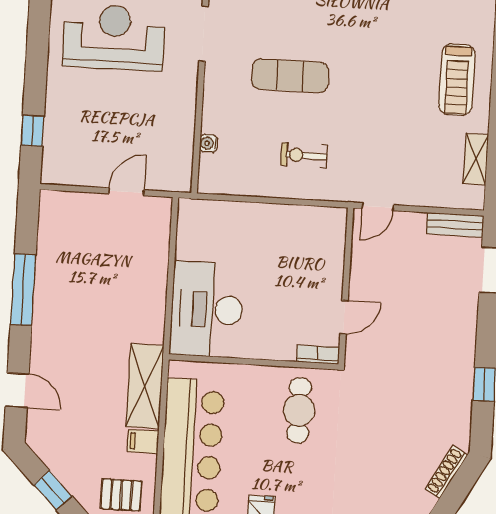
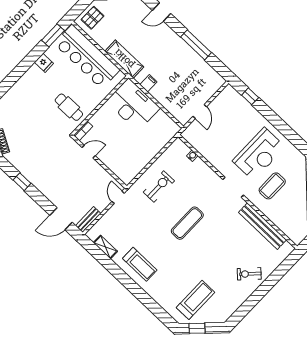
exercise mat: (290, 76) -> (187, 223), moved
treadmill: (457, 79) -> (140, 264), turned 180
exercise bike: (304, 155) -> (159, 186), width x1.38, depth x1.39
door: (344, 317) -> (89, 152), swing flipped
filing cabinet: (143, 441) -> (148, 83), moved

